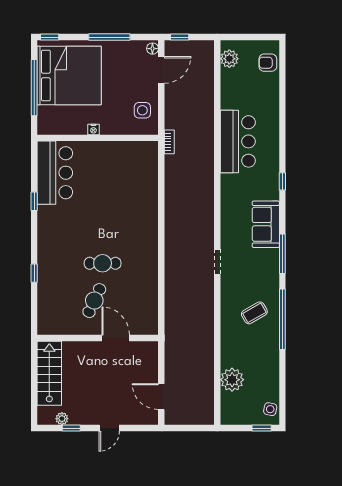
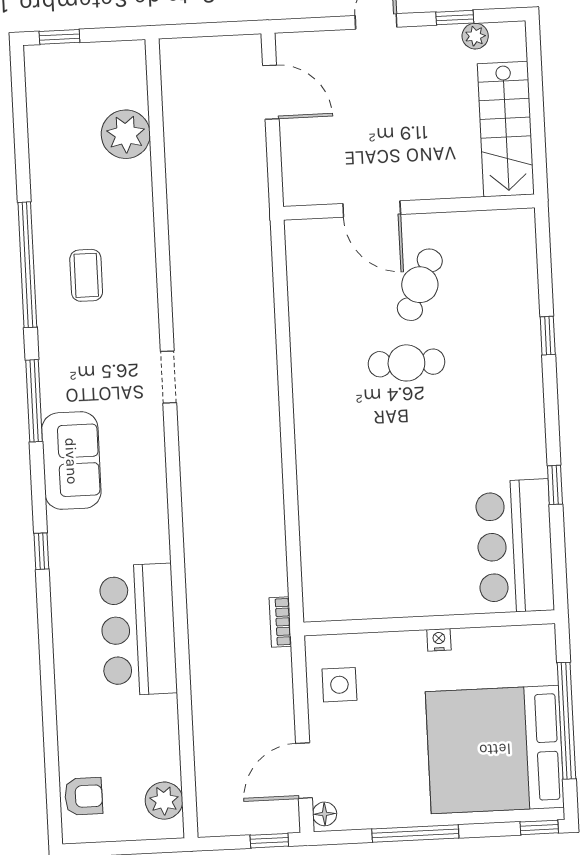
coffee table: (254, 313) -> (86, 275), turned -60
side table: (270, 409) -> (44, 77), removed

